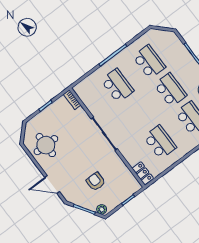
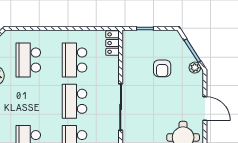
school desk: (170, 90) -> (75, 101), moved
door: (52, 185) -> (205, 109), moved
plant: (102, 209) -> (195, 68), moved

